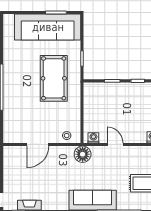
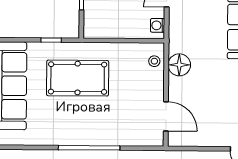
door: (38, 144) -> (166, 116), moved
floor lamp: (83, 154) -> (179, 65), moved

